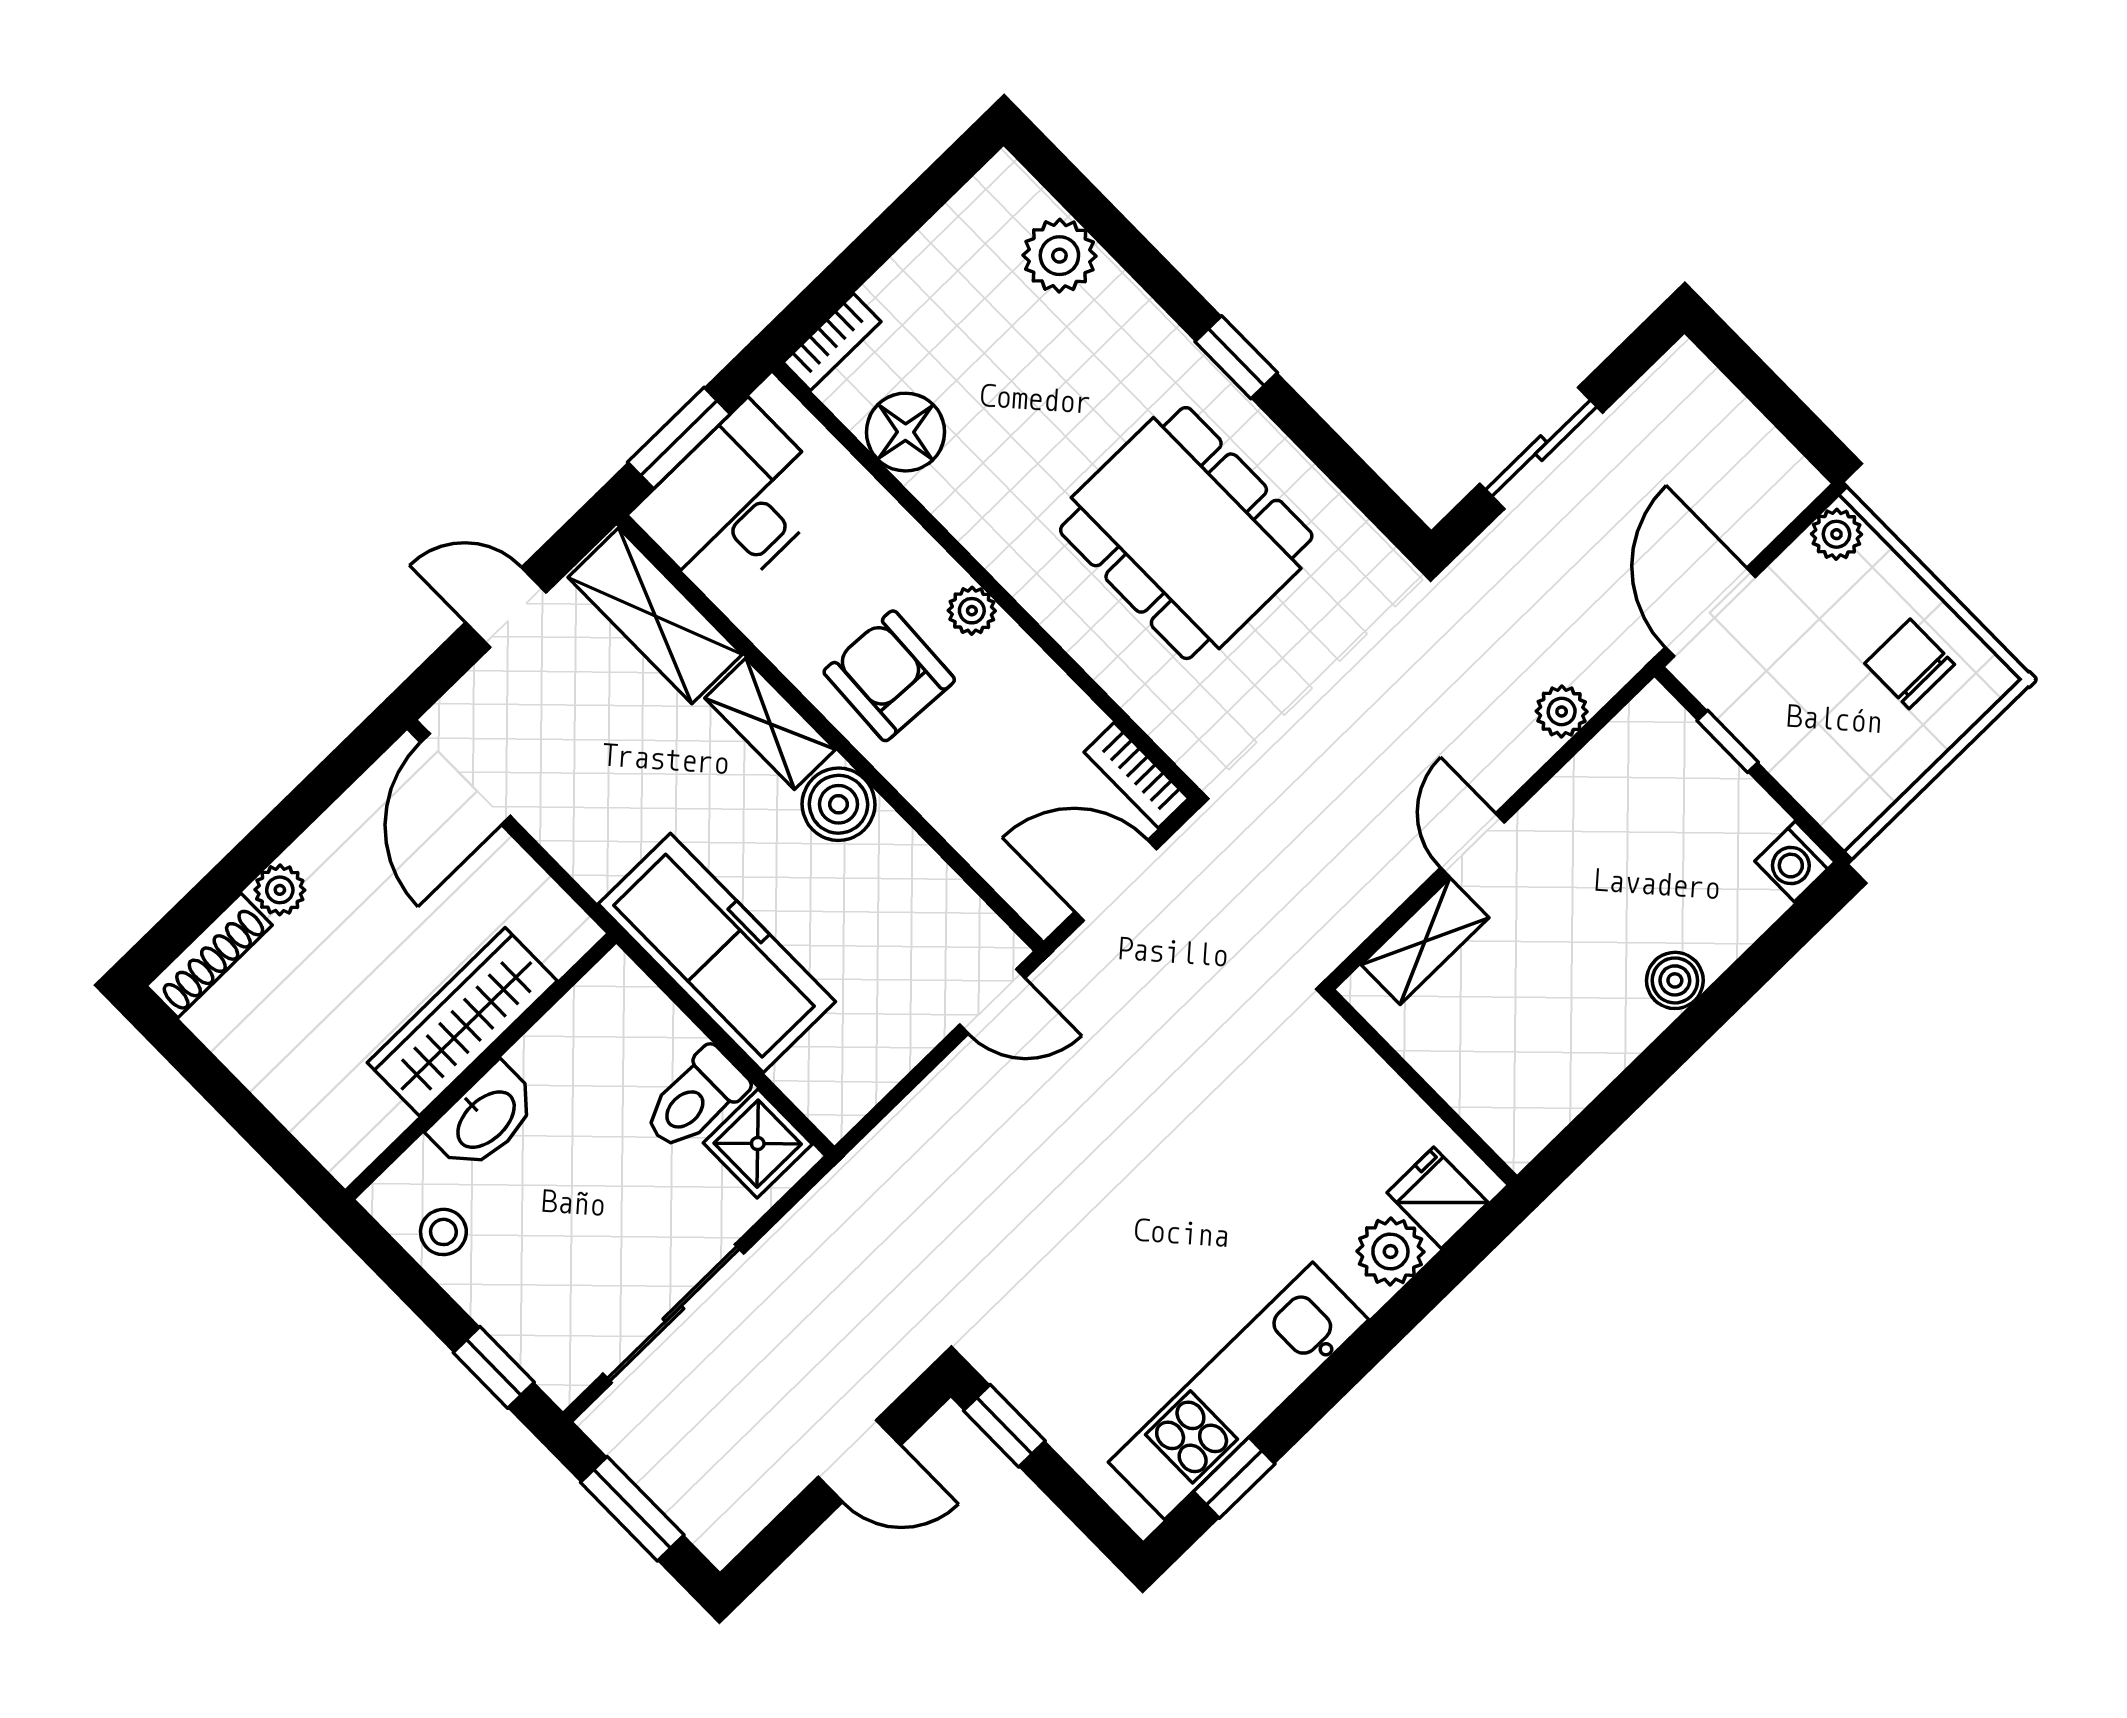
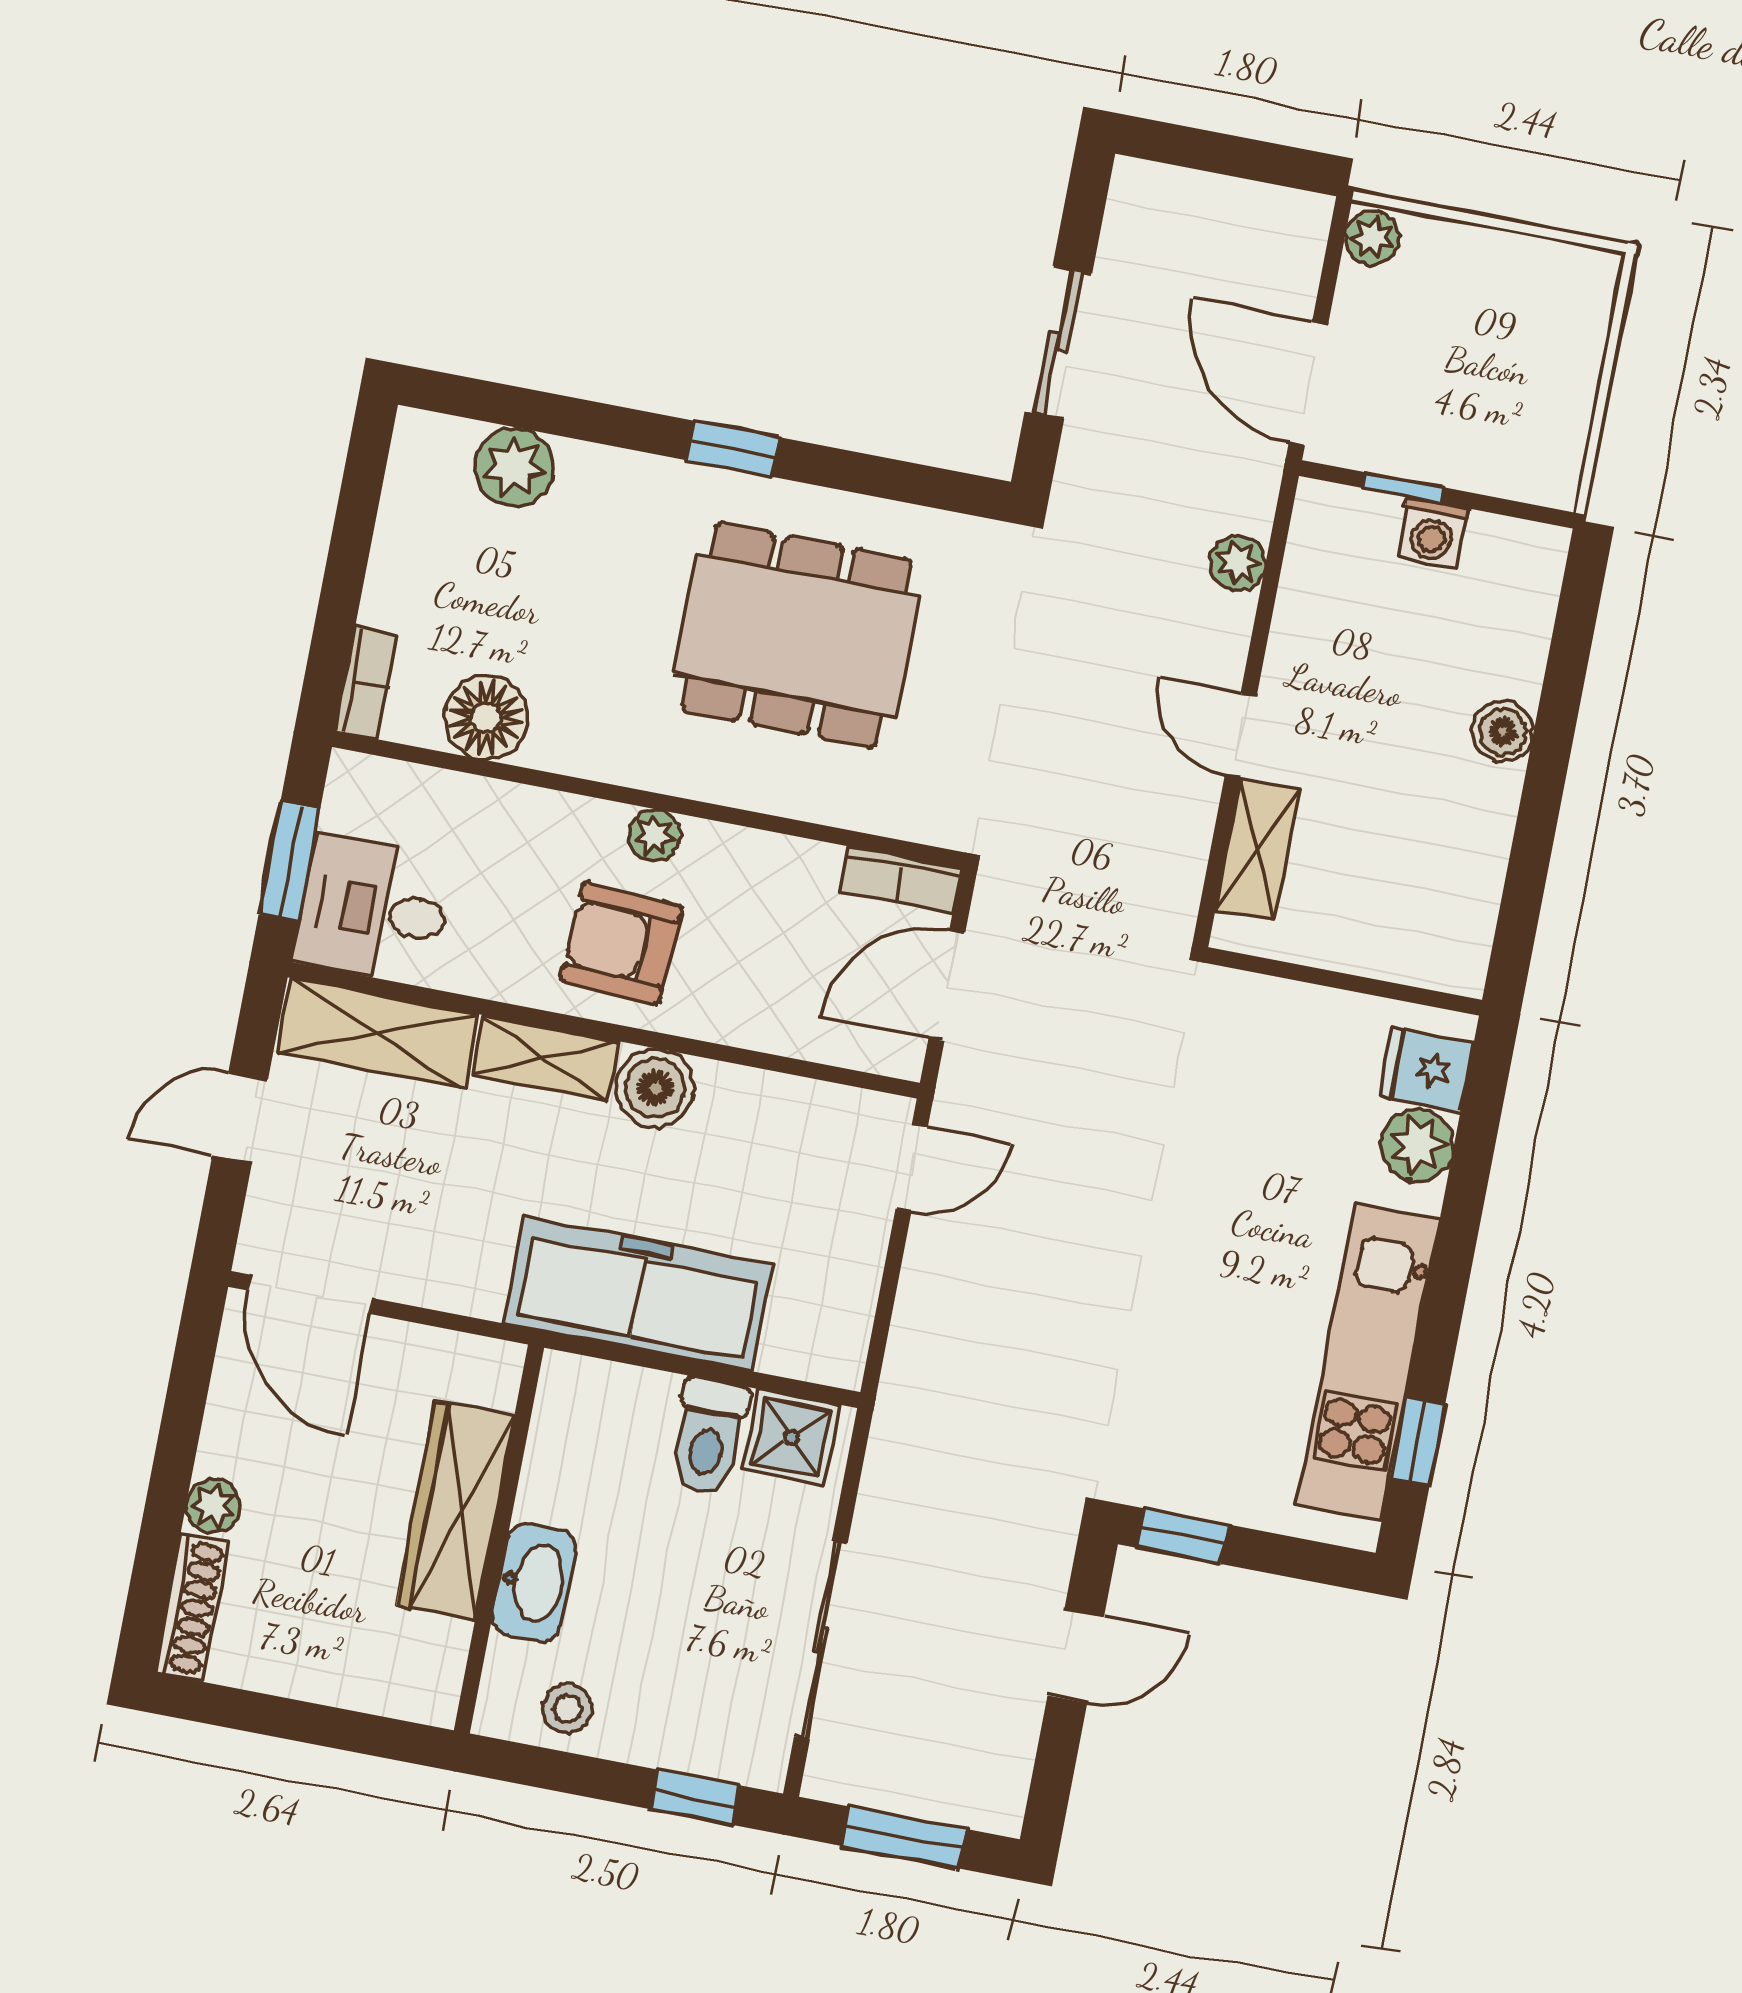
desk: (734, 503) -> (373, 910), width x0.73
chair: (1910, 664) -> (1517, 308), removed
washing machine: (1795, 862) -> (1432, 533), moved

